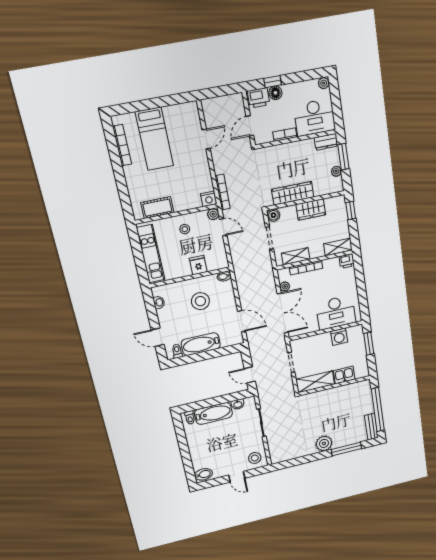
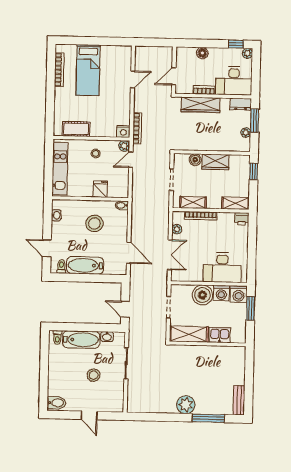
window: (273, 82) -> (236, 44), moved
printer: (259, 98) -> (186, 54), removed
wardrobe: (293, 193) -> (201, 105), moved, turned 180
boiler: (273, 215) -> (195, 160), moved
door: (223, 227) -> (131, 160), swing flipped
double door: (283, 313) -> (170, 255), width x0.73
washing machine: (356, 334) -> (239, 294), added
boiler: (321, 343) -> (202, 295), added
window: (378, 410) -> (249, 383), removed
stool: (255, 458) -> (94, 375), moved

